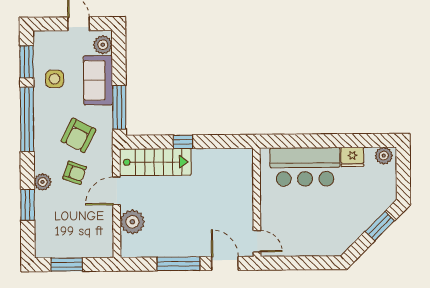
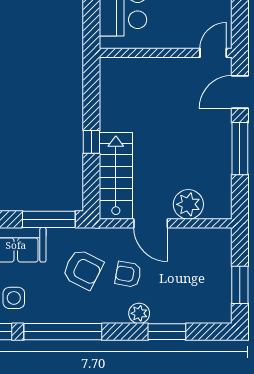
armchair: (75, 173) -> (128, 274), turned -99

